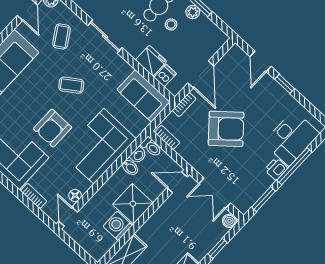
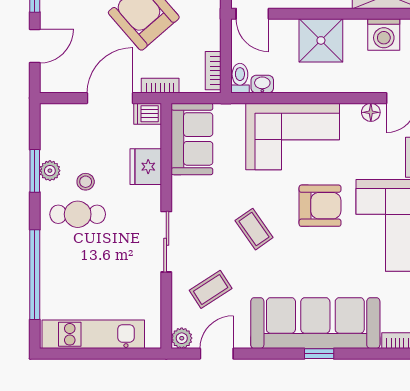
dishwasher: (165, 76) -> (148, 114), moved
bidet: (130, 167) -> (284, 81), removed
washing machine: (118, 226) -> (384, 35), moved

